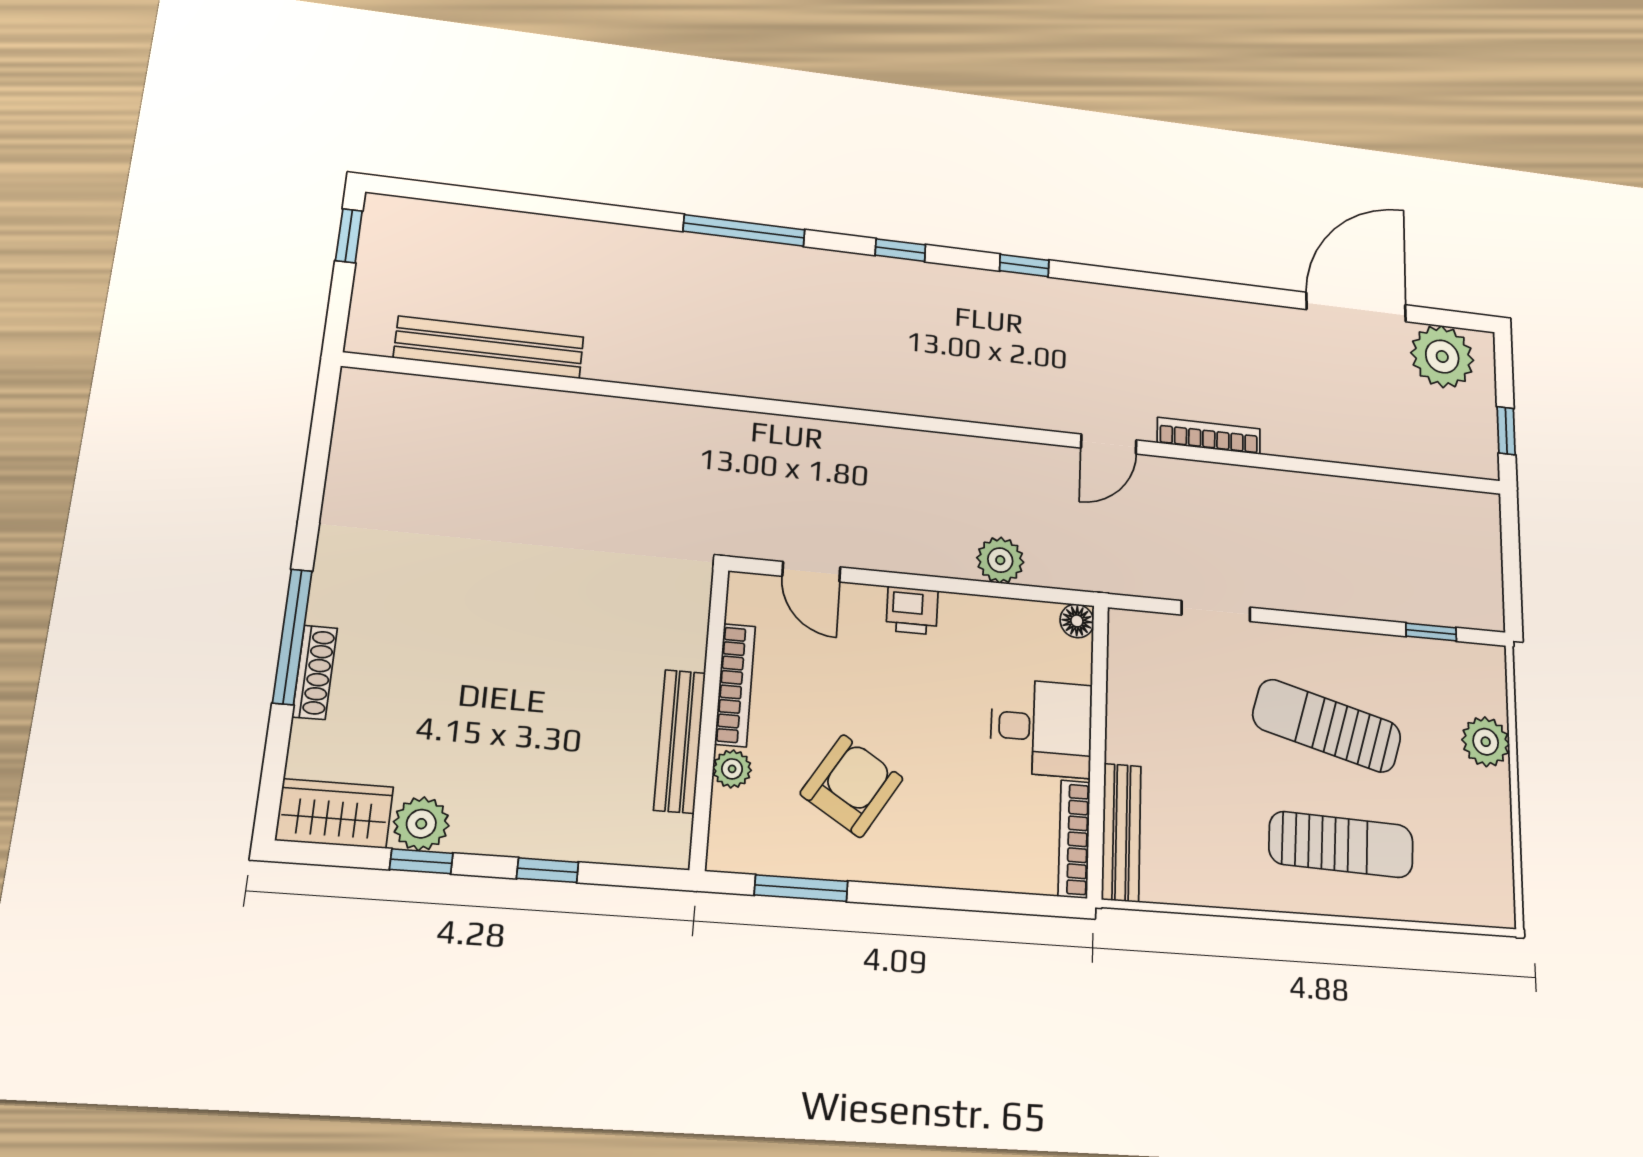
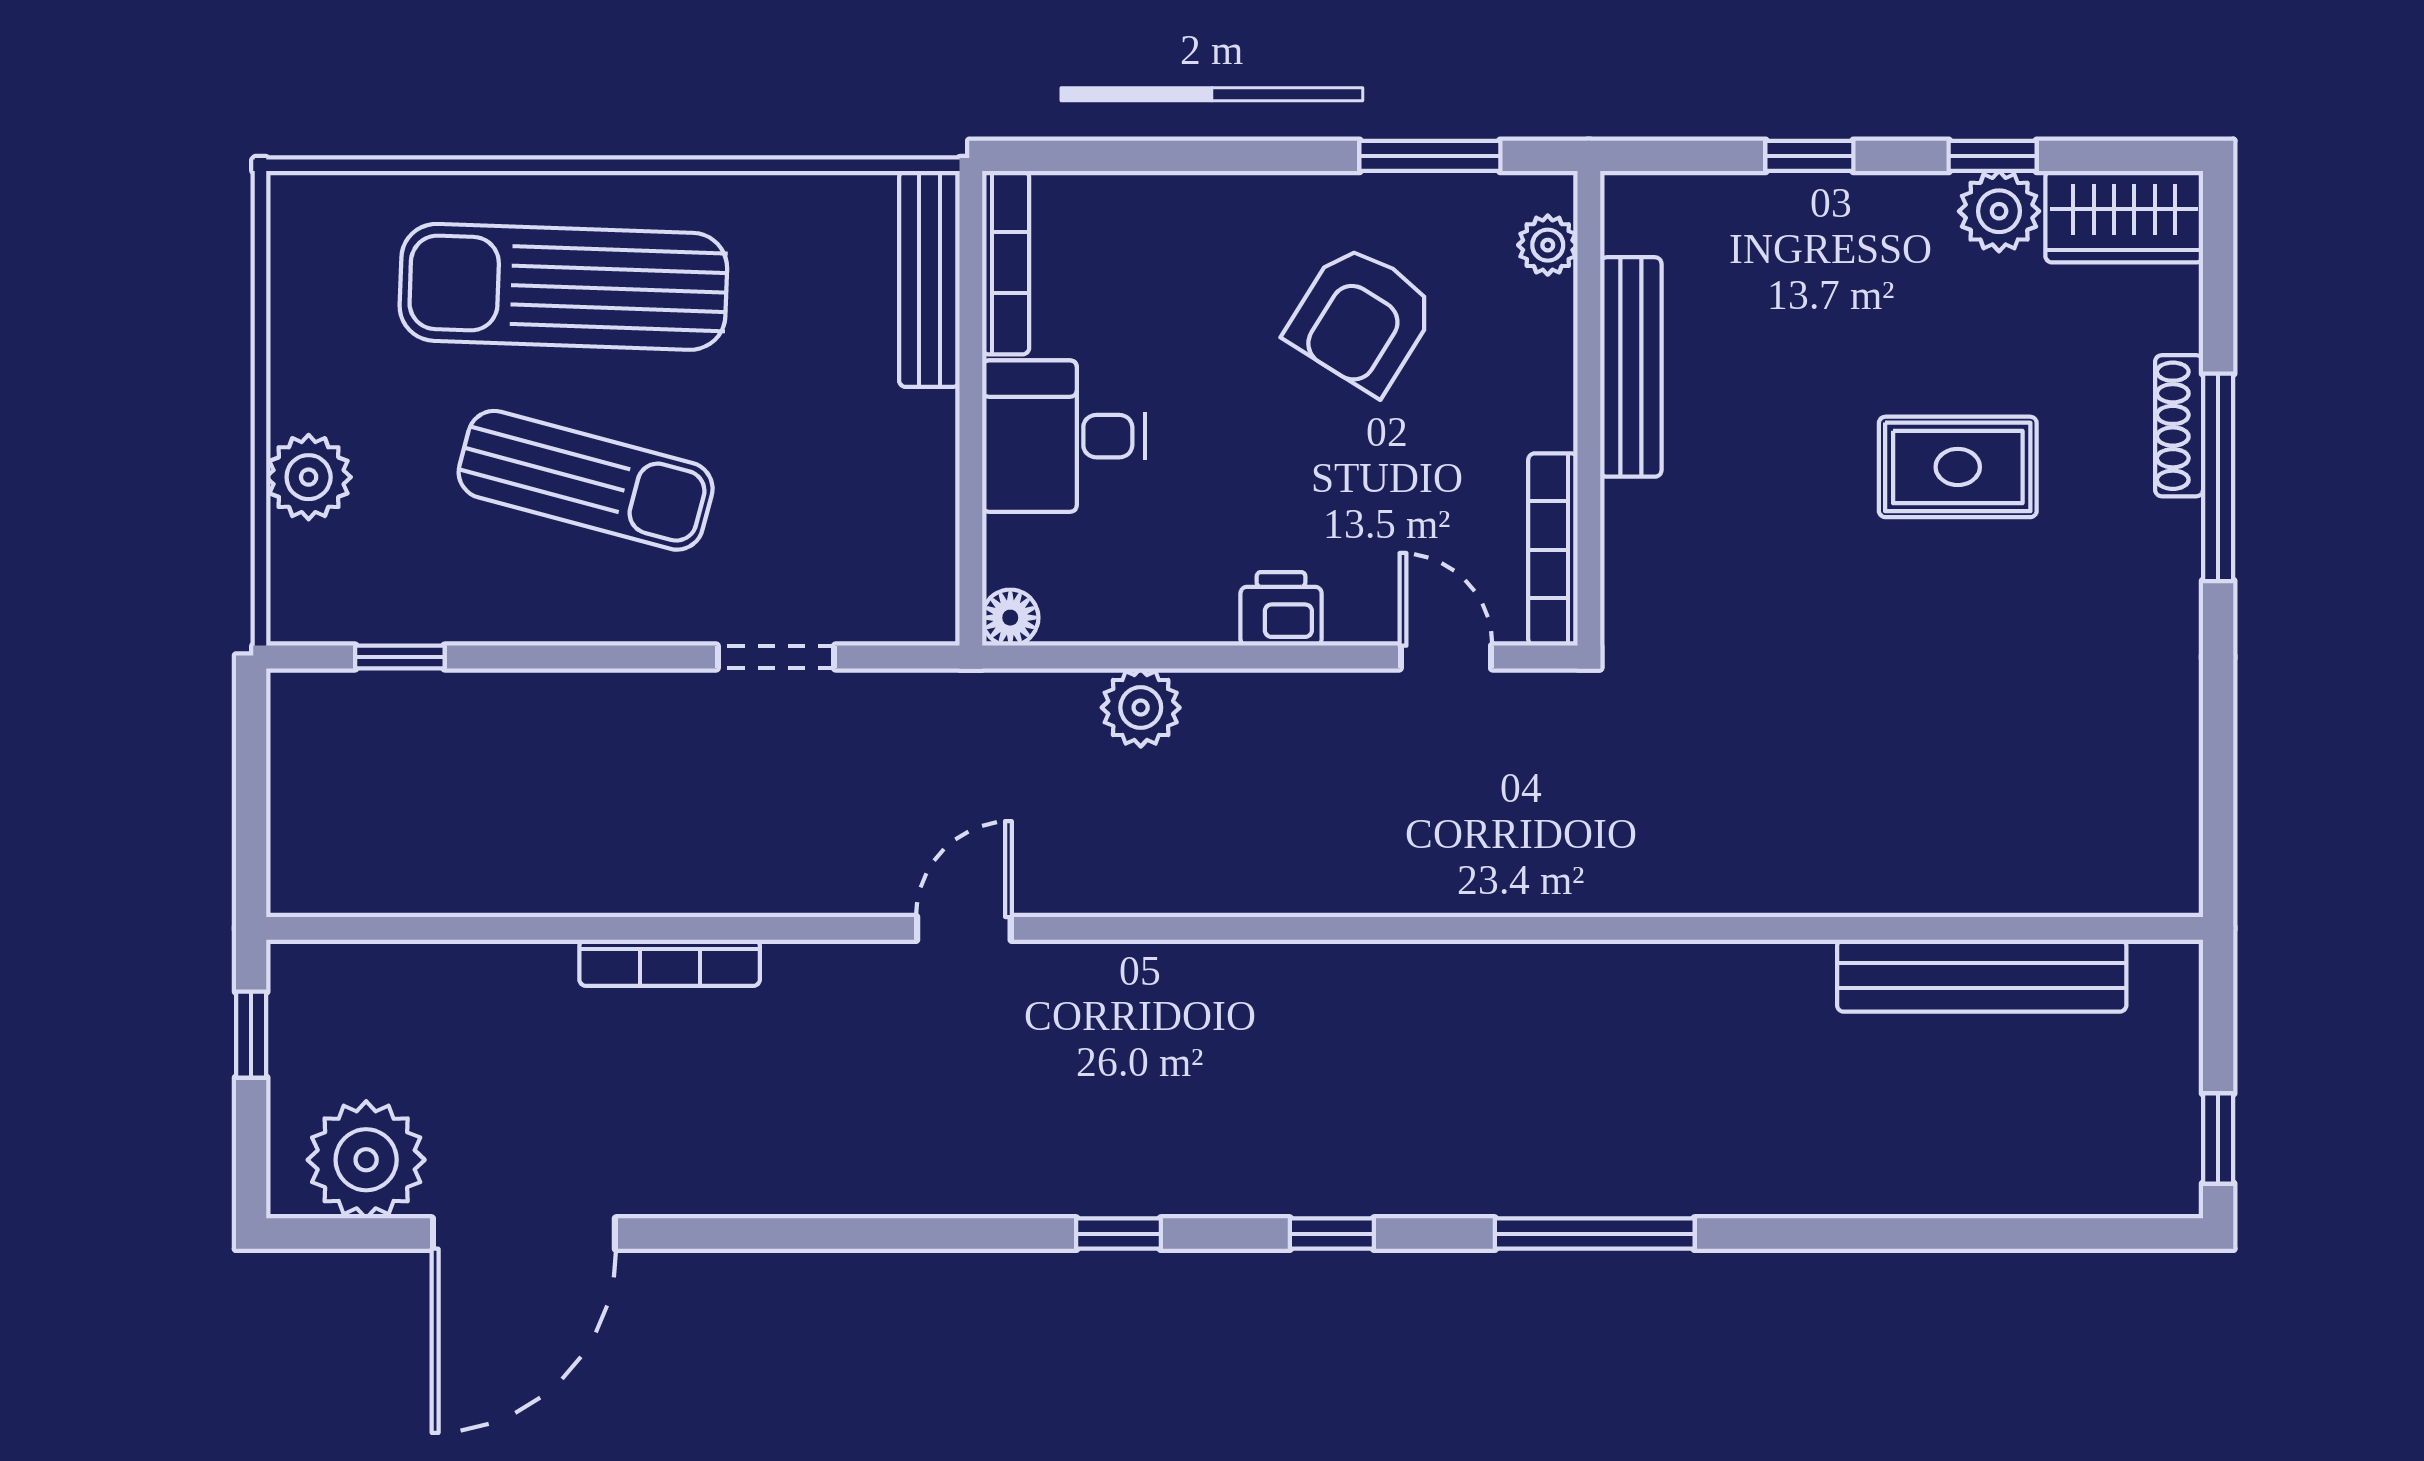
bookcase: (1209, 436) -> (670, 963), moved
rug: (469, 659) -> (1958, 467), added
bookcase: (735, 685) -> (1553, 550), moved
plant: (732, 769) -> (1548, 245), moved
sun lounger: (1341, 844) -> (563, 287), width x1.36, depth x1.34

